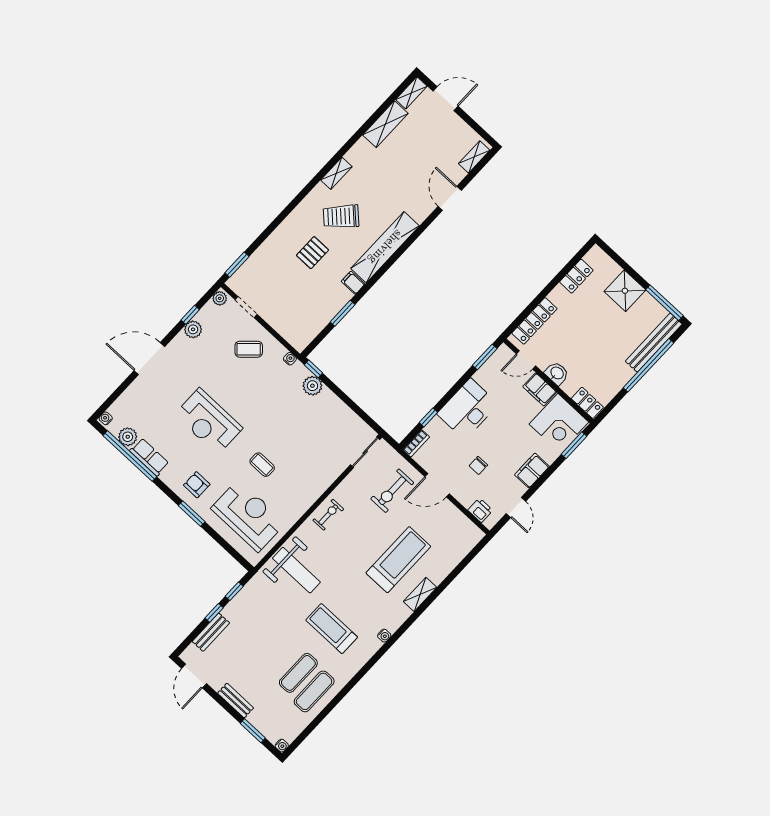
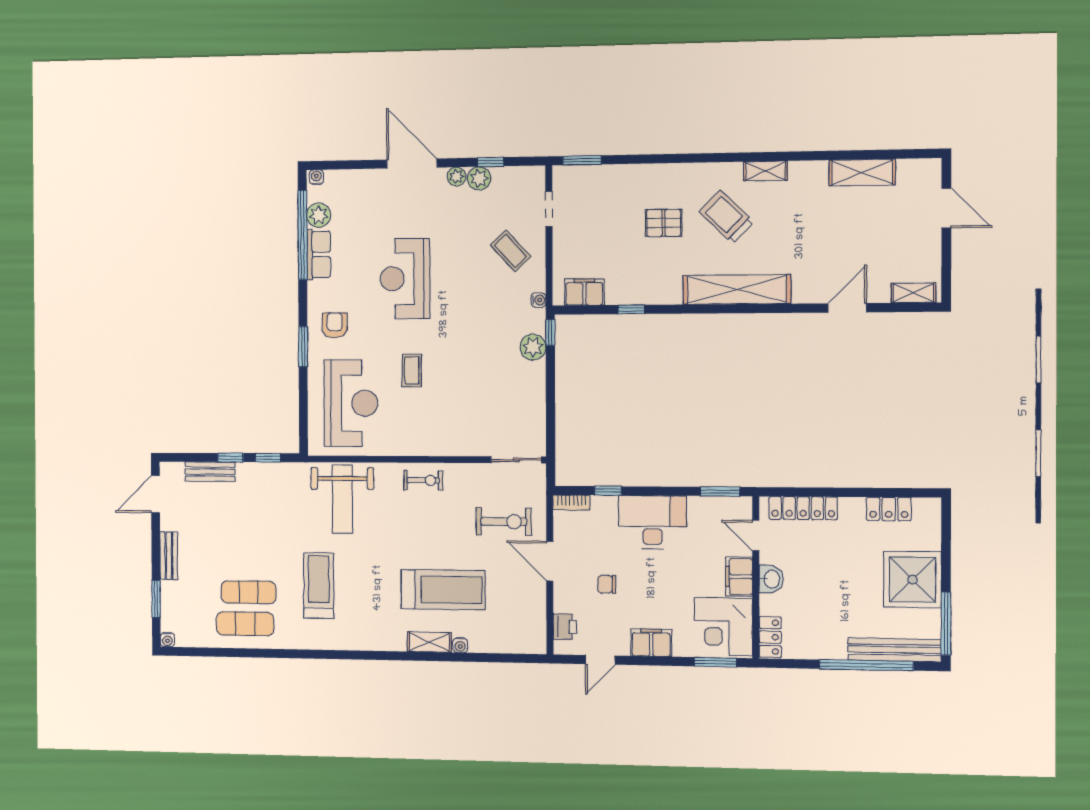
shelving: (411, 93) -> (919, 168), removed
filing cabinet: (353, 283) -> (584, 292), moved, width x2.00
shower: (625, 291) -> (913, 580), width x1.37, depth x1.37
plant: (220, 298) -> (457, 177), moved
window: (343, 313) -> (632, 309), width x0.67
exercise bike: (392, 491) -> (504, 522), turned 180
water cooler: (384, 636) -> (460, 645), moved

